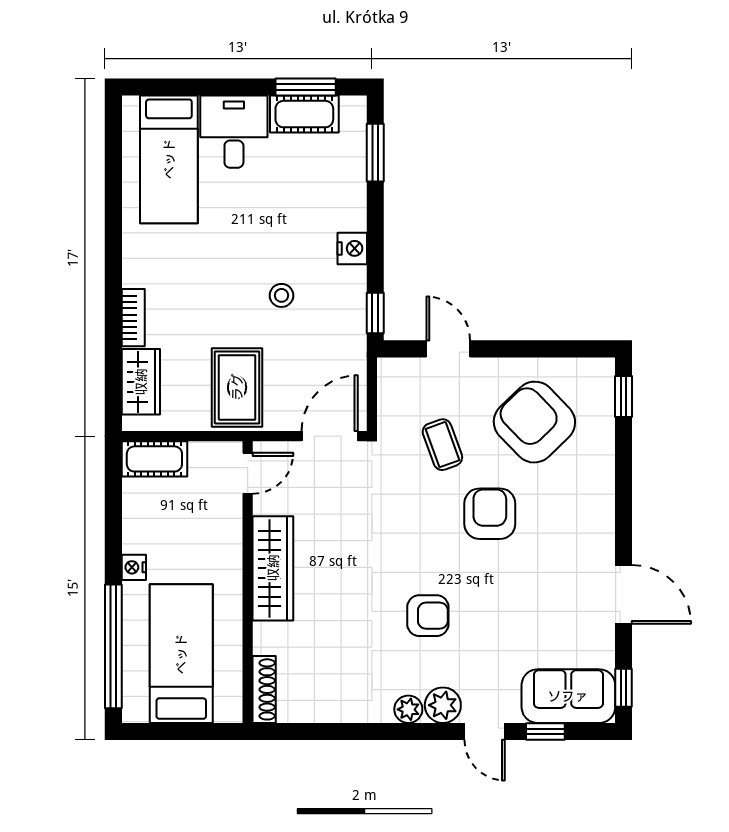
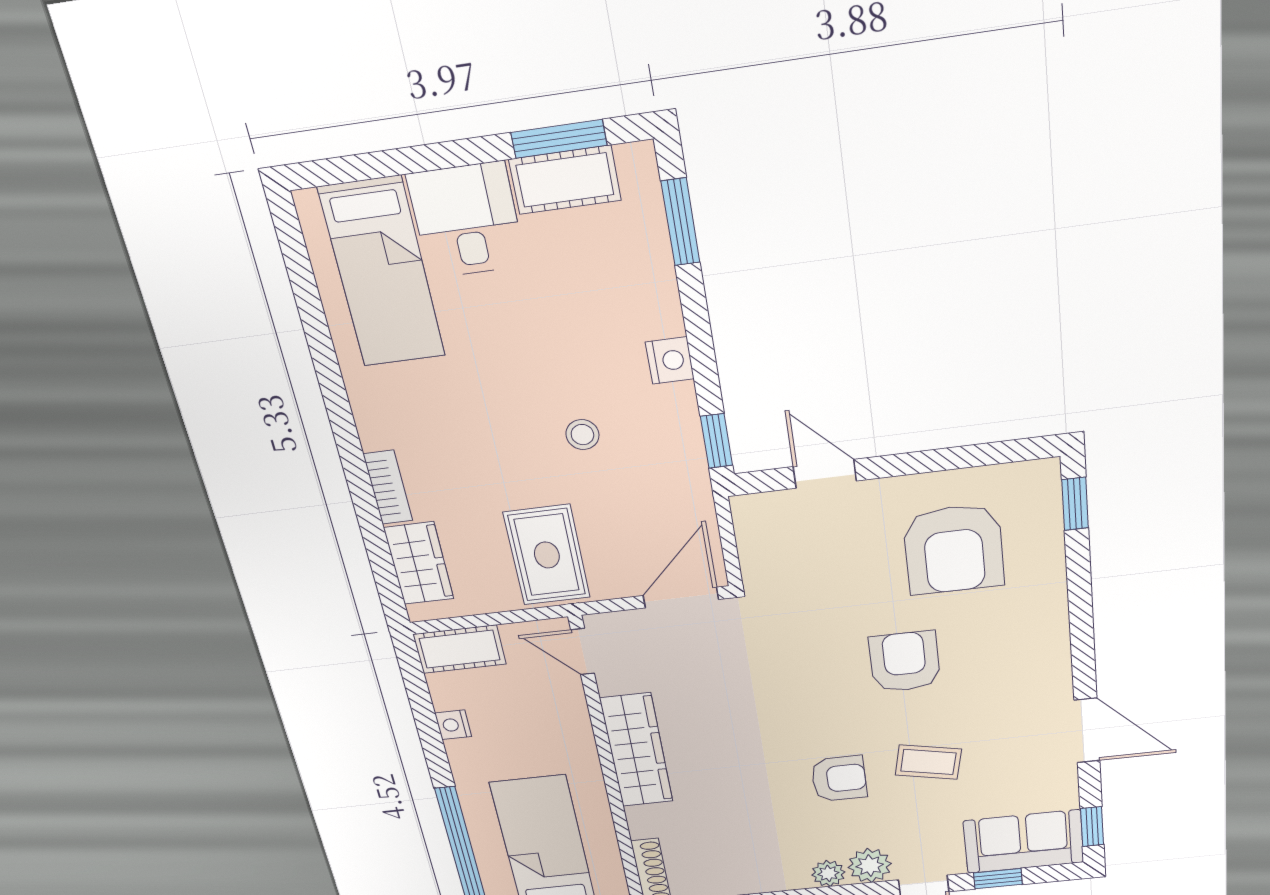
armchair: (534, 422) -> (954, 549), turned -136
coffee table: (442, 445) -> (928, 762), moved, turned -58
door: (248, 473) -> (583, 652), swing flipped
nightstand: (134, 567) -> (453, 725), moved

